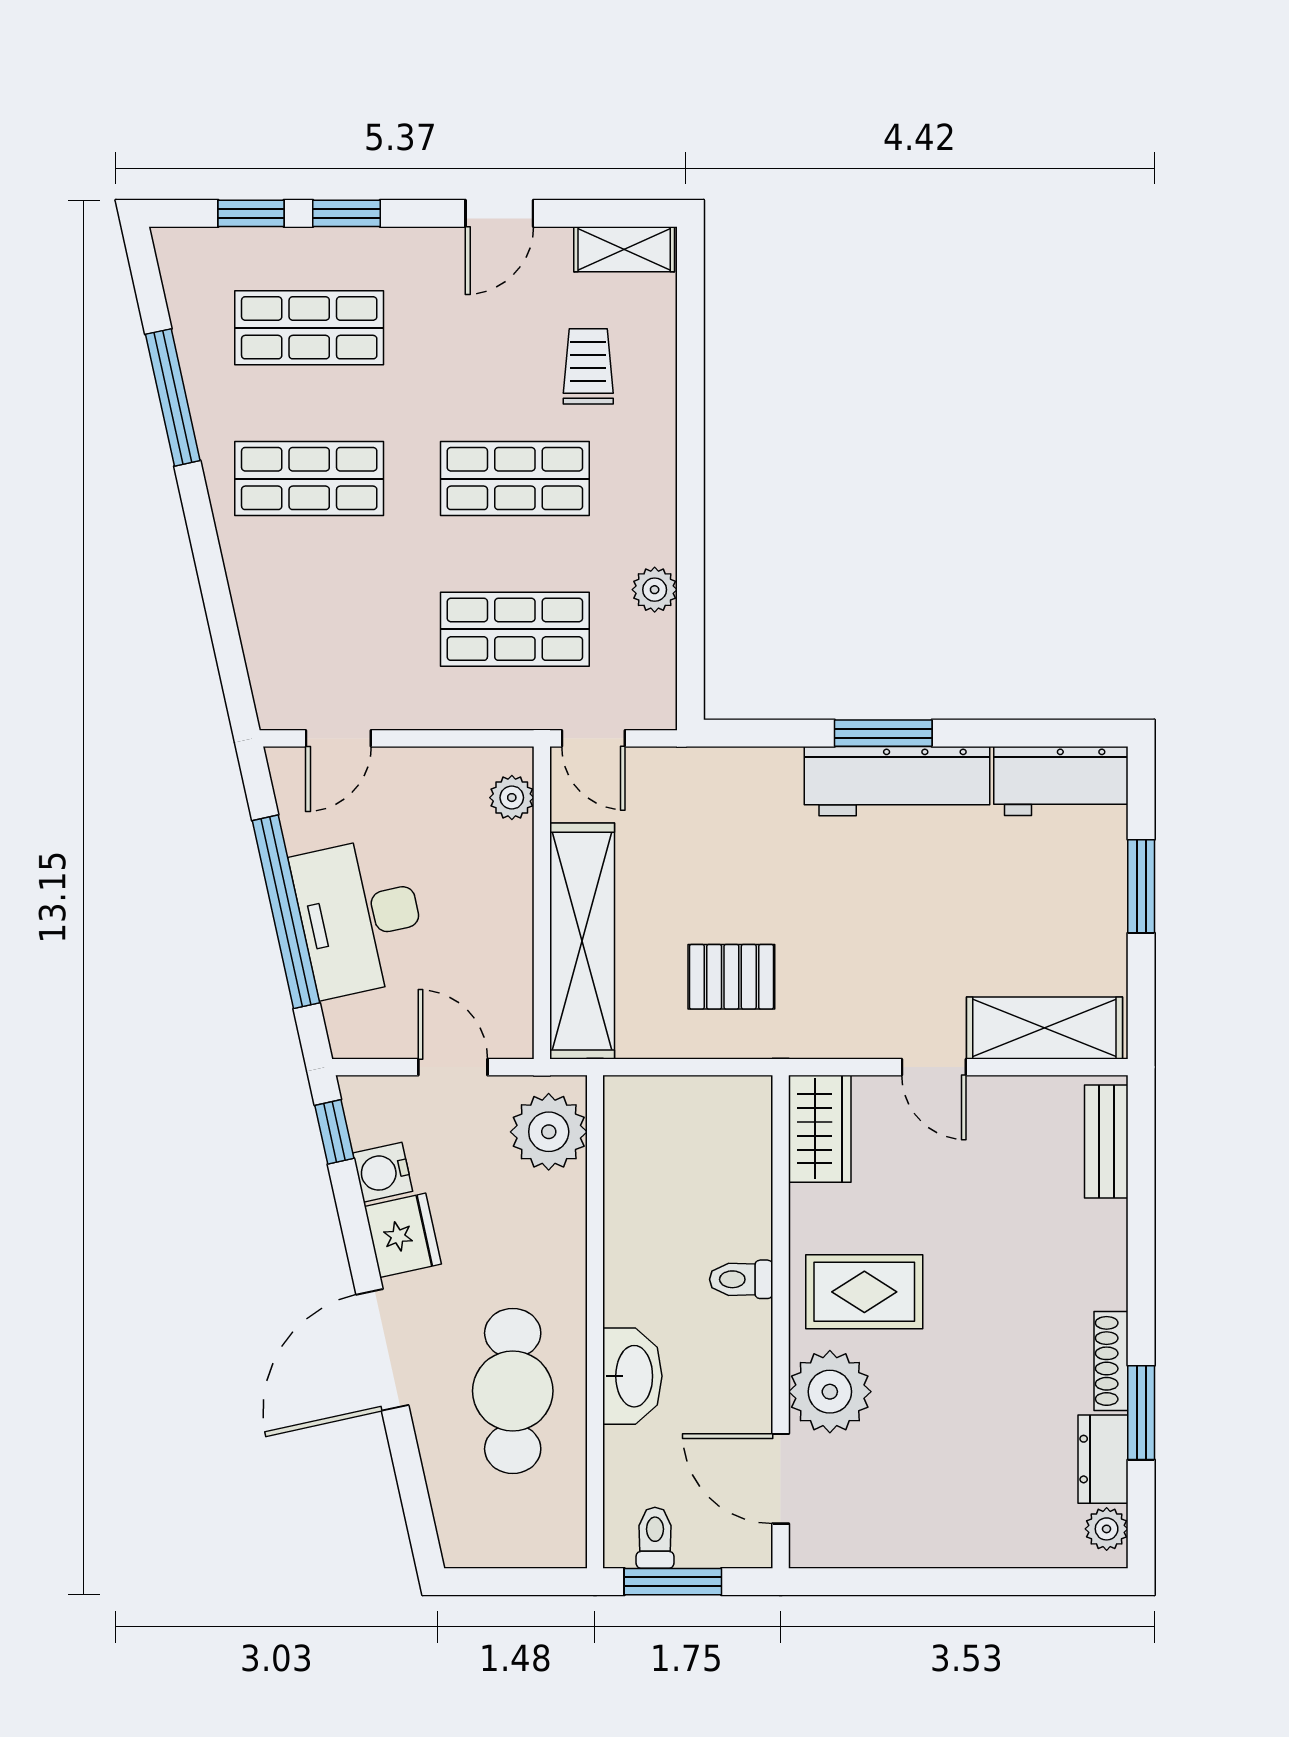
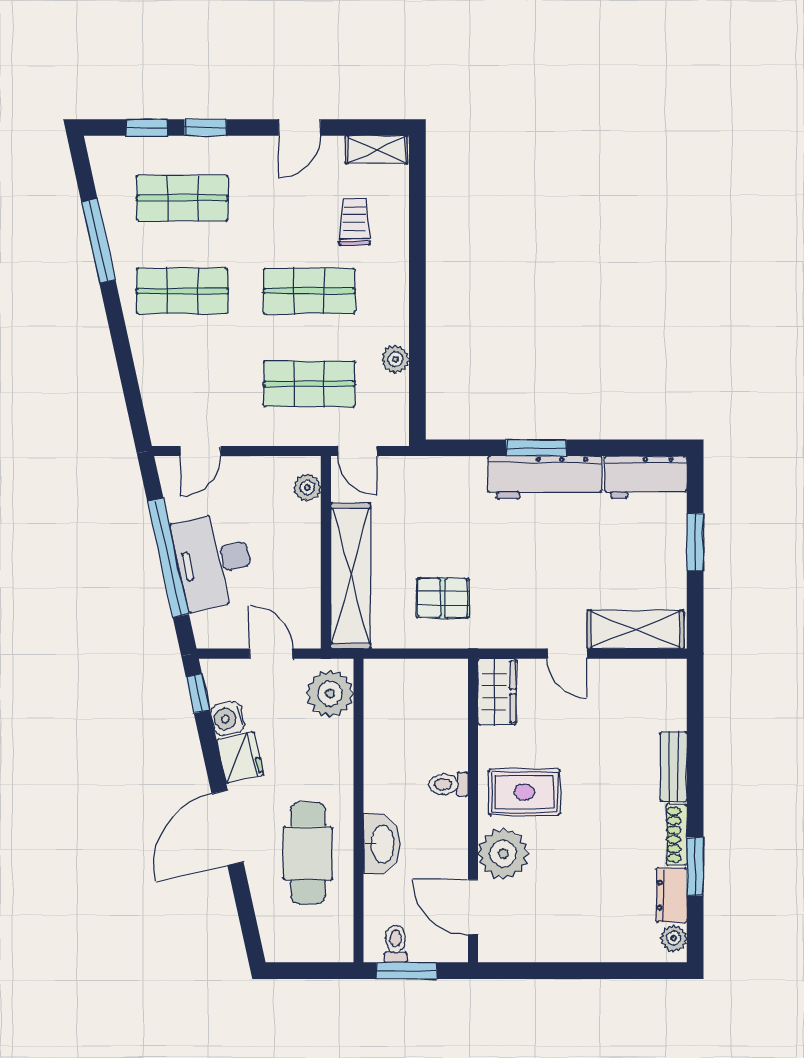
bench: (1106, 1141) -> (674, 767), moved

